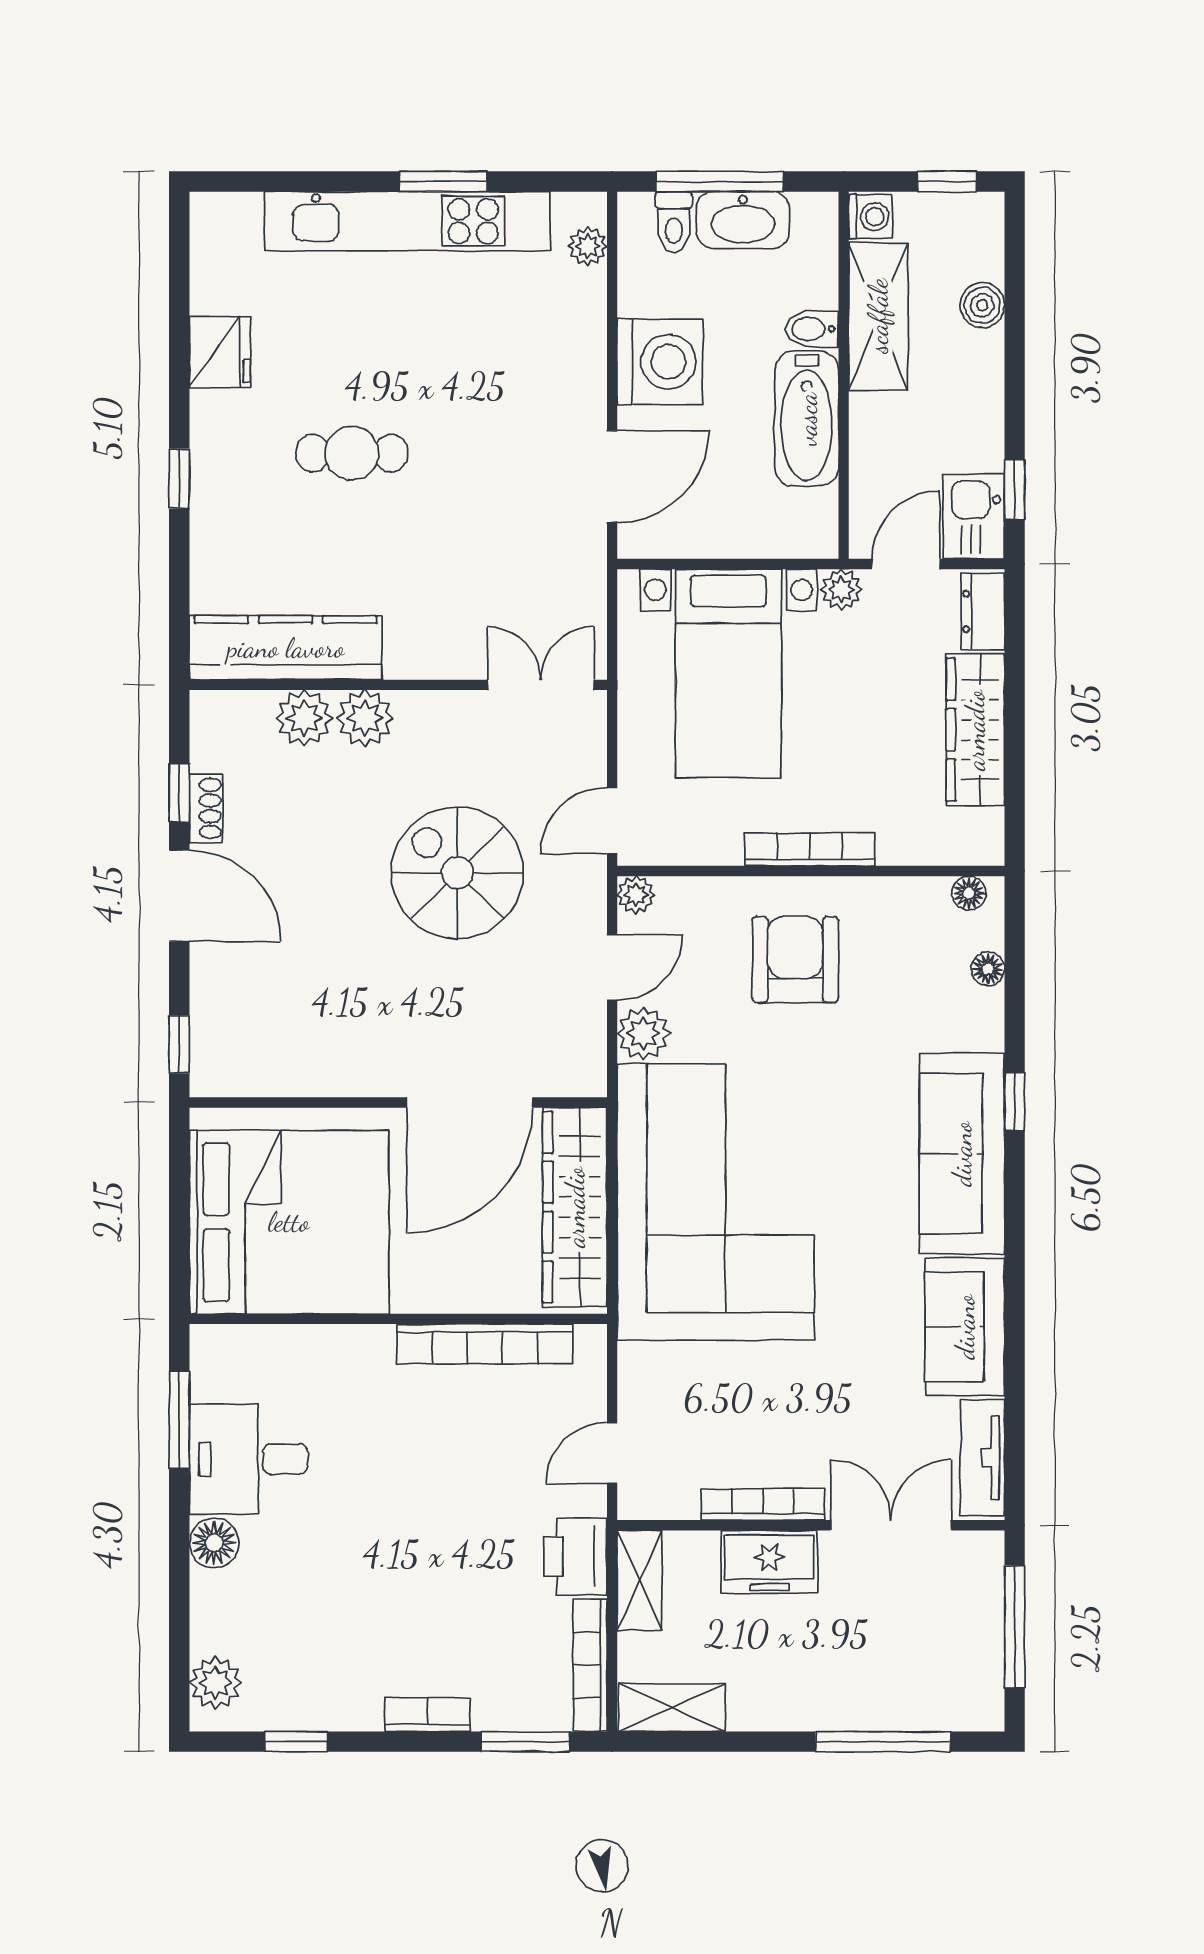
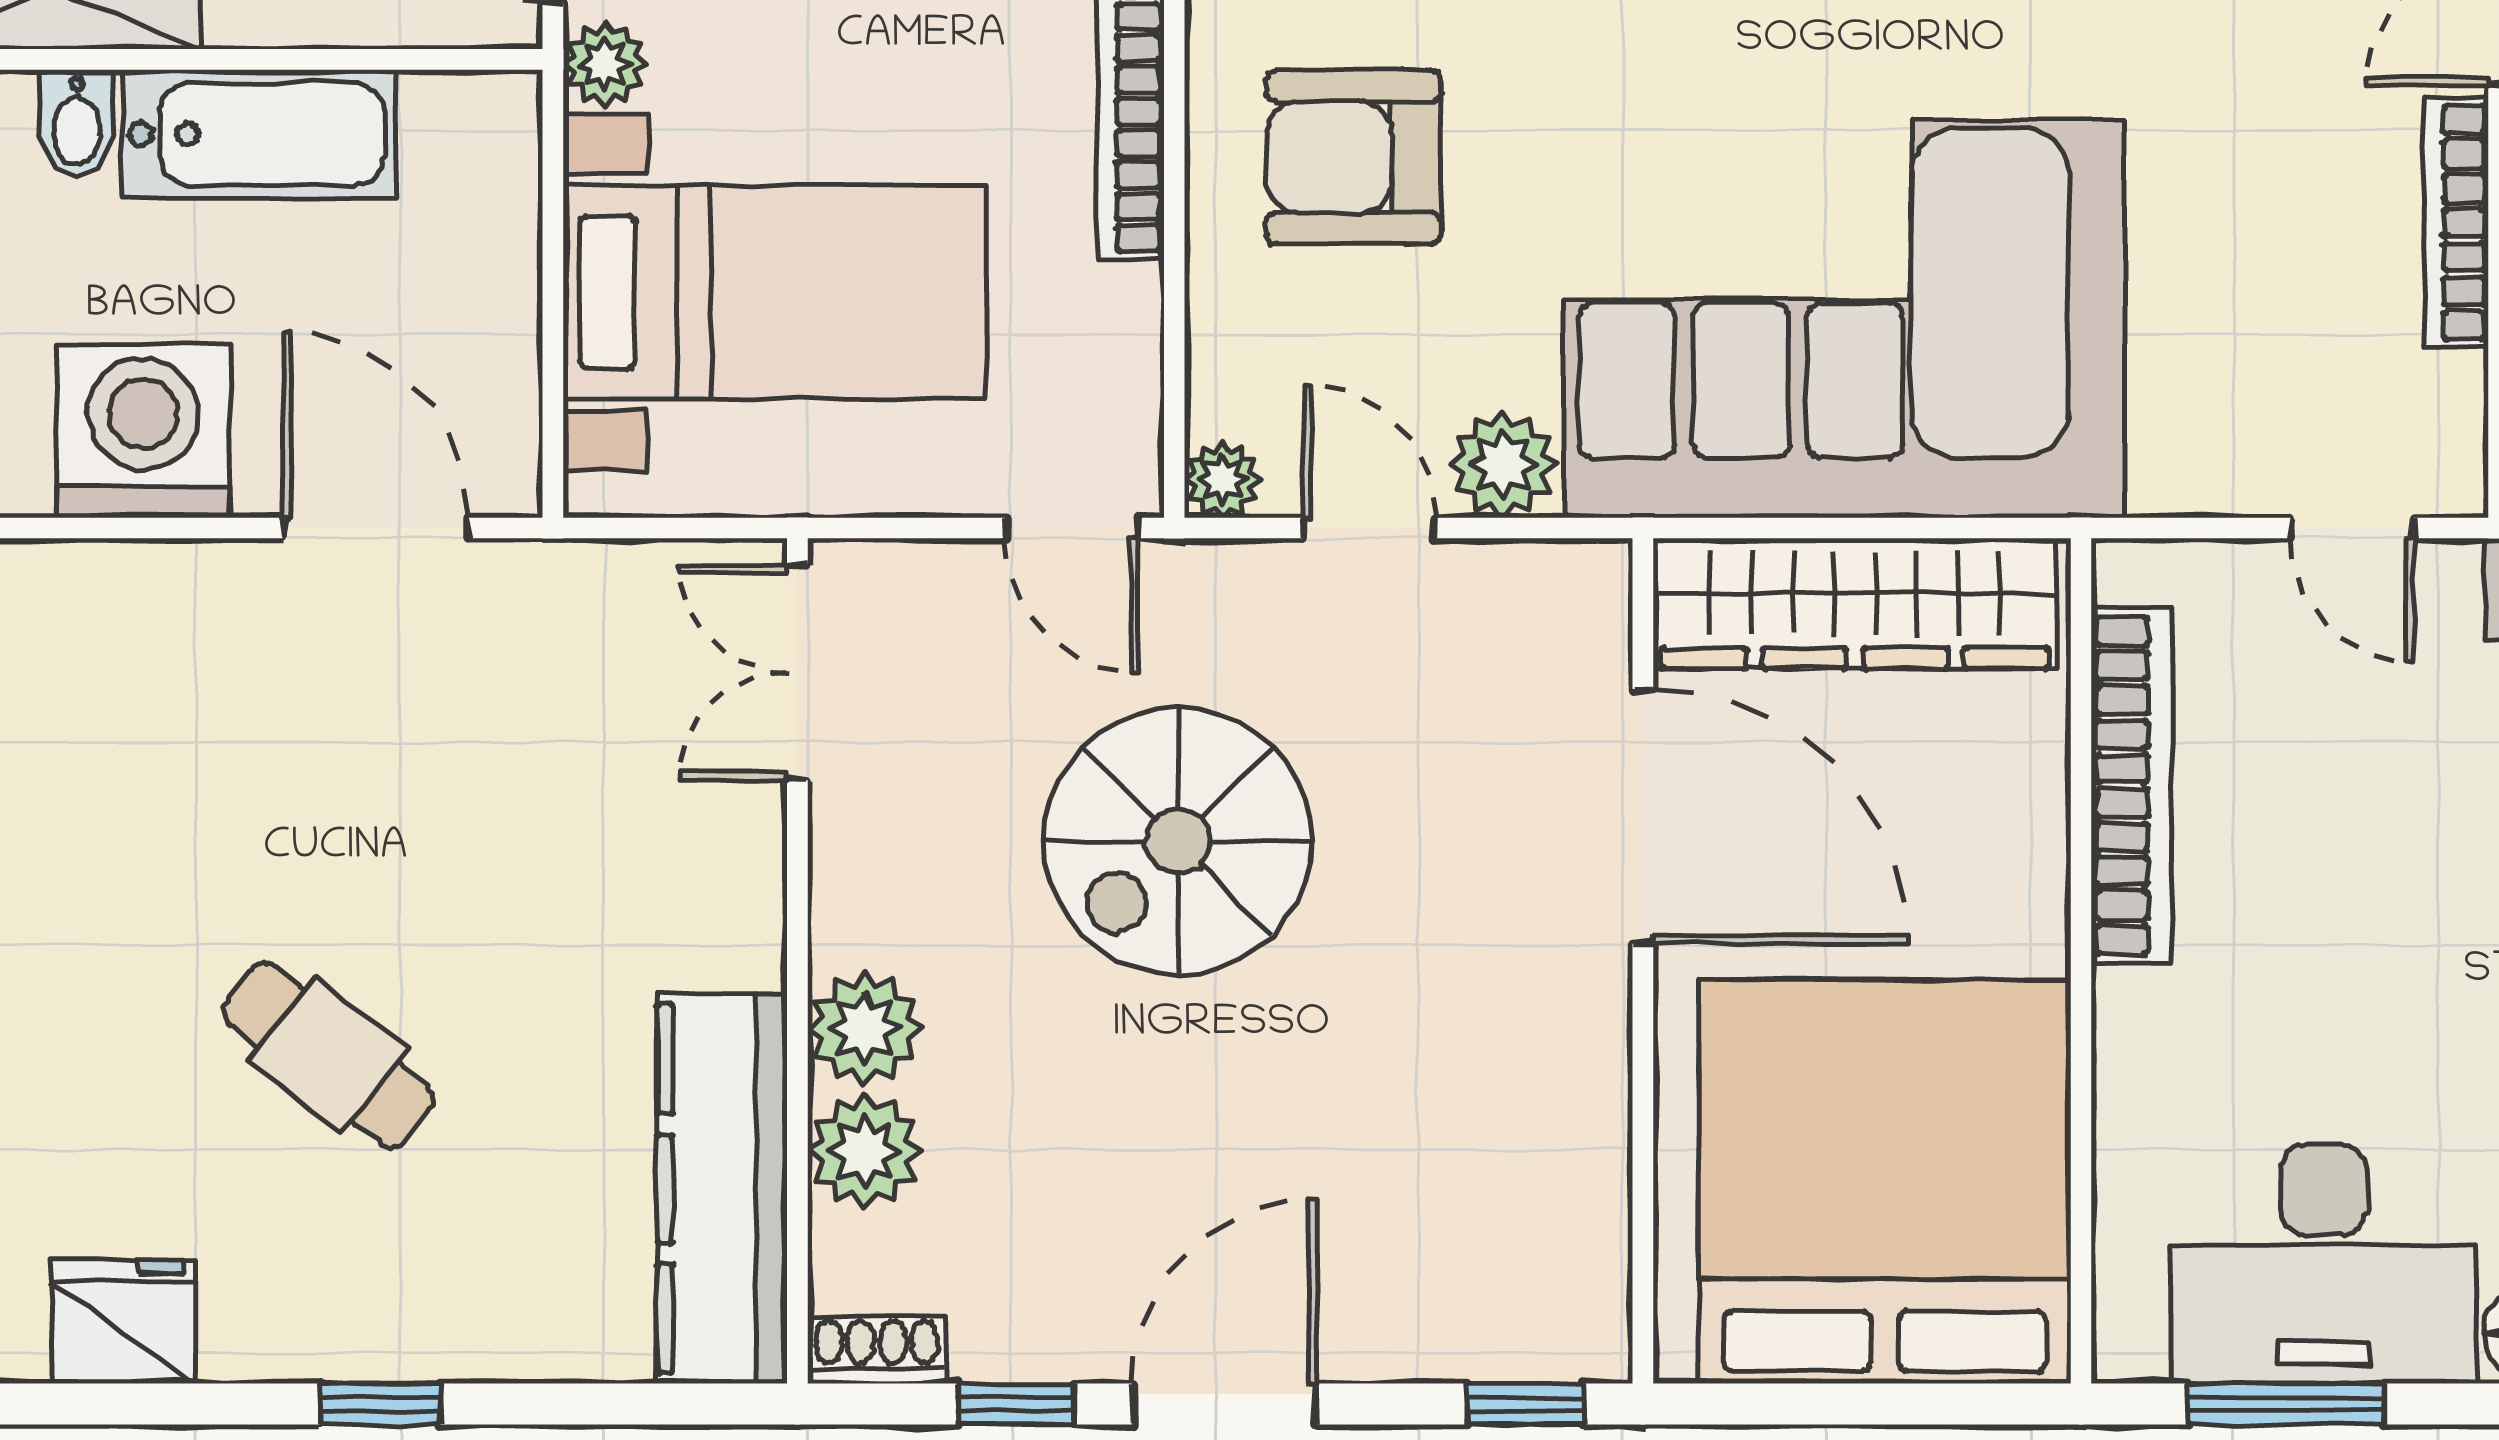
cafe table: (352, 453) -> (328, 1055), turned -52
shoe rack: (206, 808) -> (877, 1350), moved
desk: (248, 1459) -> (2323, 1264), width x1.37

